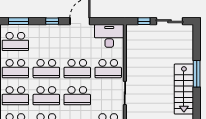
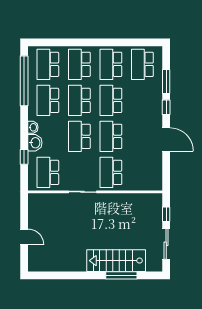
window: (18, 21) -> (166, 82), moved
desk: (109, 36) -> (149, 174), removed
window: (197, 74) -> (121, 275), moved
stairs: (184, 89) -> (116, 261), moved

